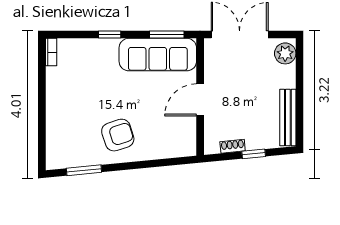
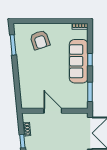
sofa: (158, 55) -> (79, 61), moved
armchair: (118, 135) -> (40, 40), moved

